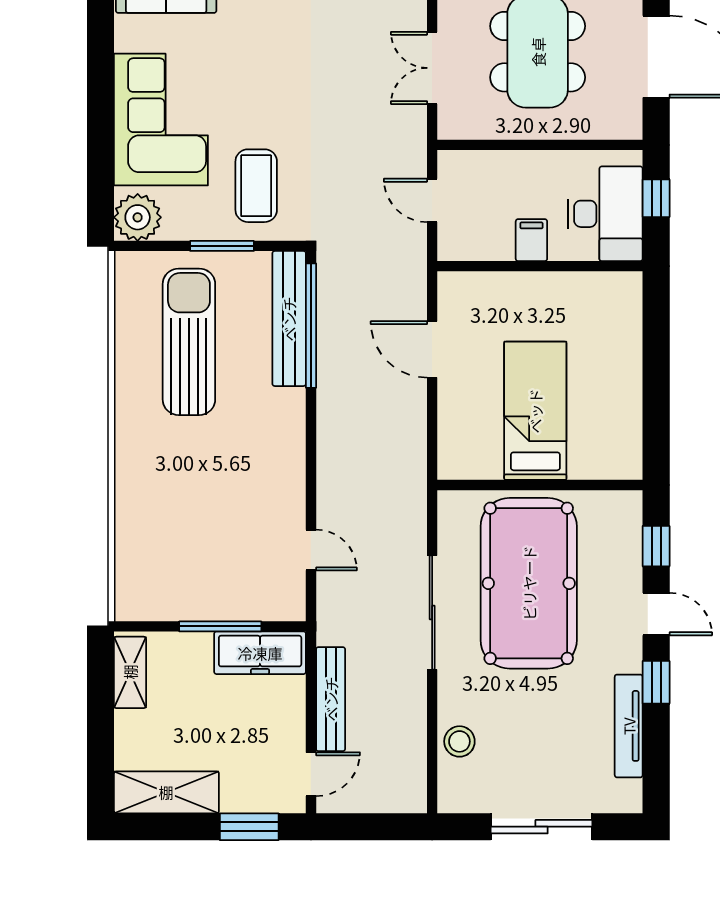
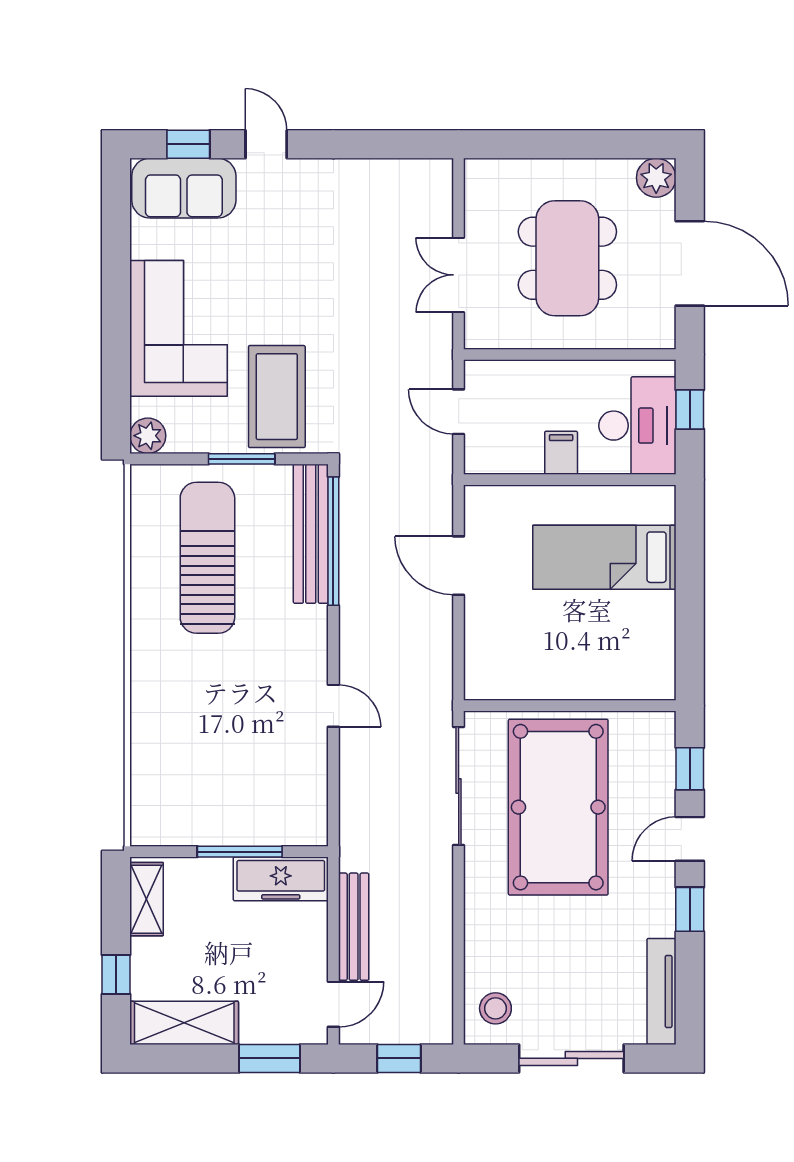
coffee table: (256, 186) -> (277, 397), width x1.36, depth x1.32
plant: (138, 217) -> (148, 436), width x0.73, depth x0.73
bed: (535, 411) -> (604, 557), moved, turned -90
door: (311, 550) -> (333, 706), moved
sliding door: (432, 613) -> (459, 786), moved
door: (656, 614) -> (690, 839), swing flipped
tv unit: (629, 726) -> (661, 991), moved
stool: (459, 741) -> (495, 1008), moved
window: (101, 745) -> (116, 975), added
window: (375, 827) -> (399, 1058), added

